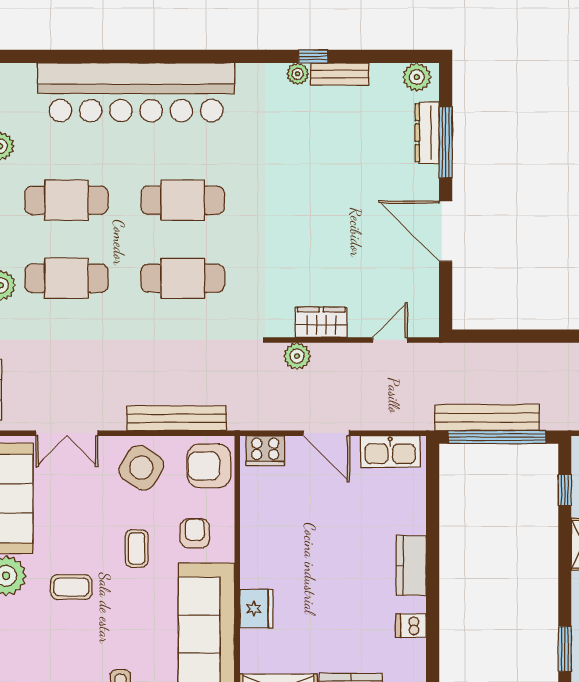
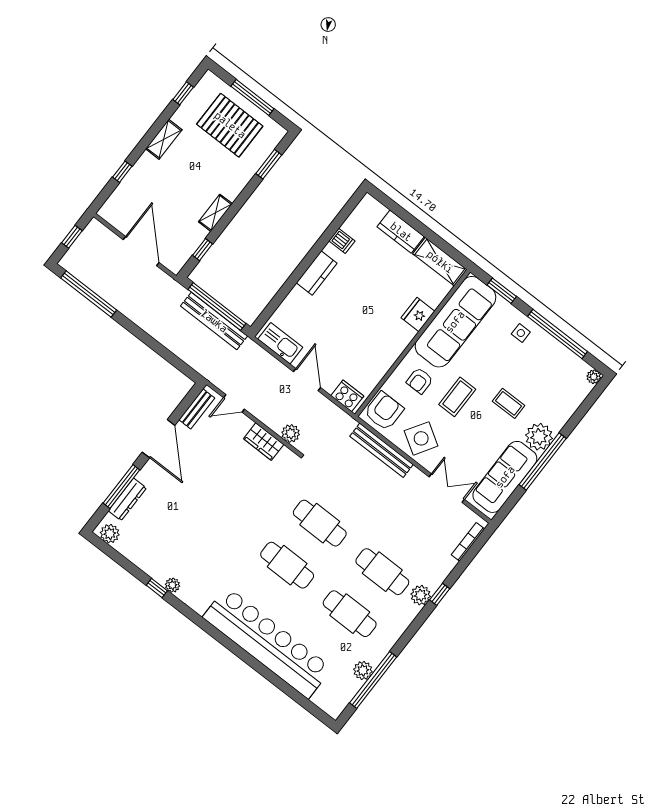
bench: (340, 74) -> (197, 409), moved, turned 90
armchair: (209, 466) -> (384, 411), turned -90
coffee table: (137, 549) -> (457, 397), width x1.36, depth x1.30

